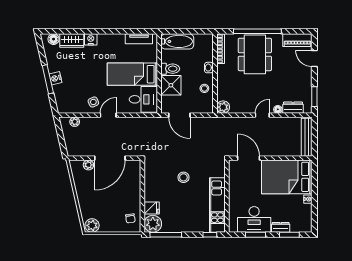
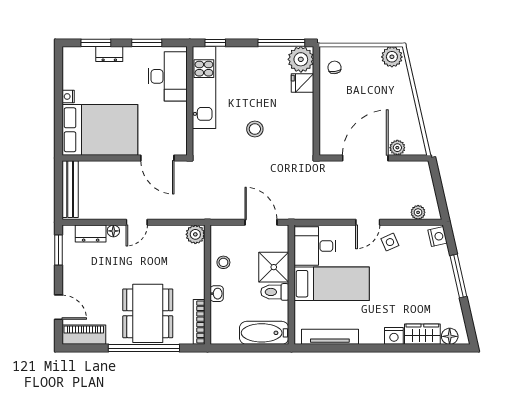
tv unit: (139, 39) -> (330, 337), width x1.41
nightstand: (55, 78) -> (438, 237), moved
desk: (254, 219) -> (168, 76), moved, turned 90

